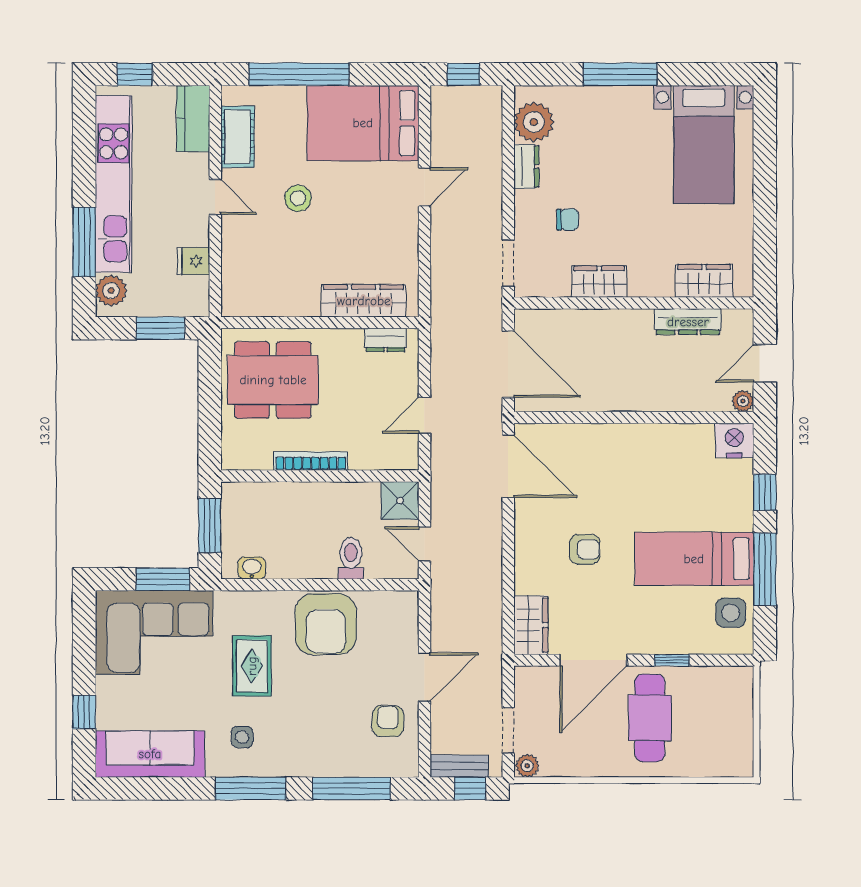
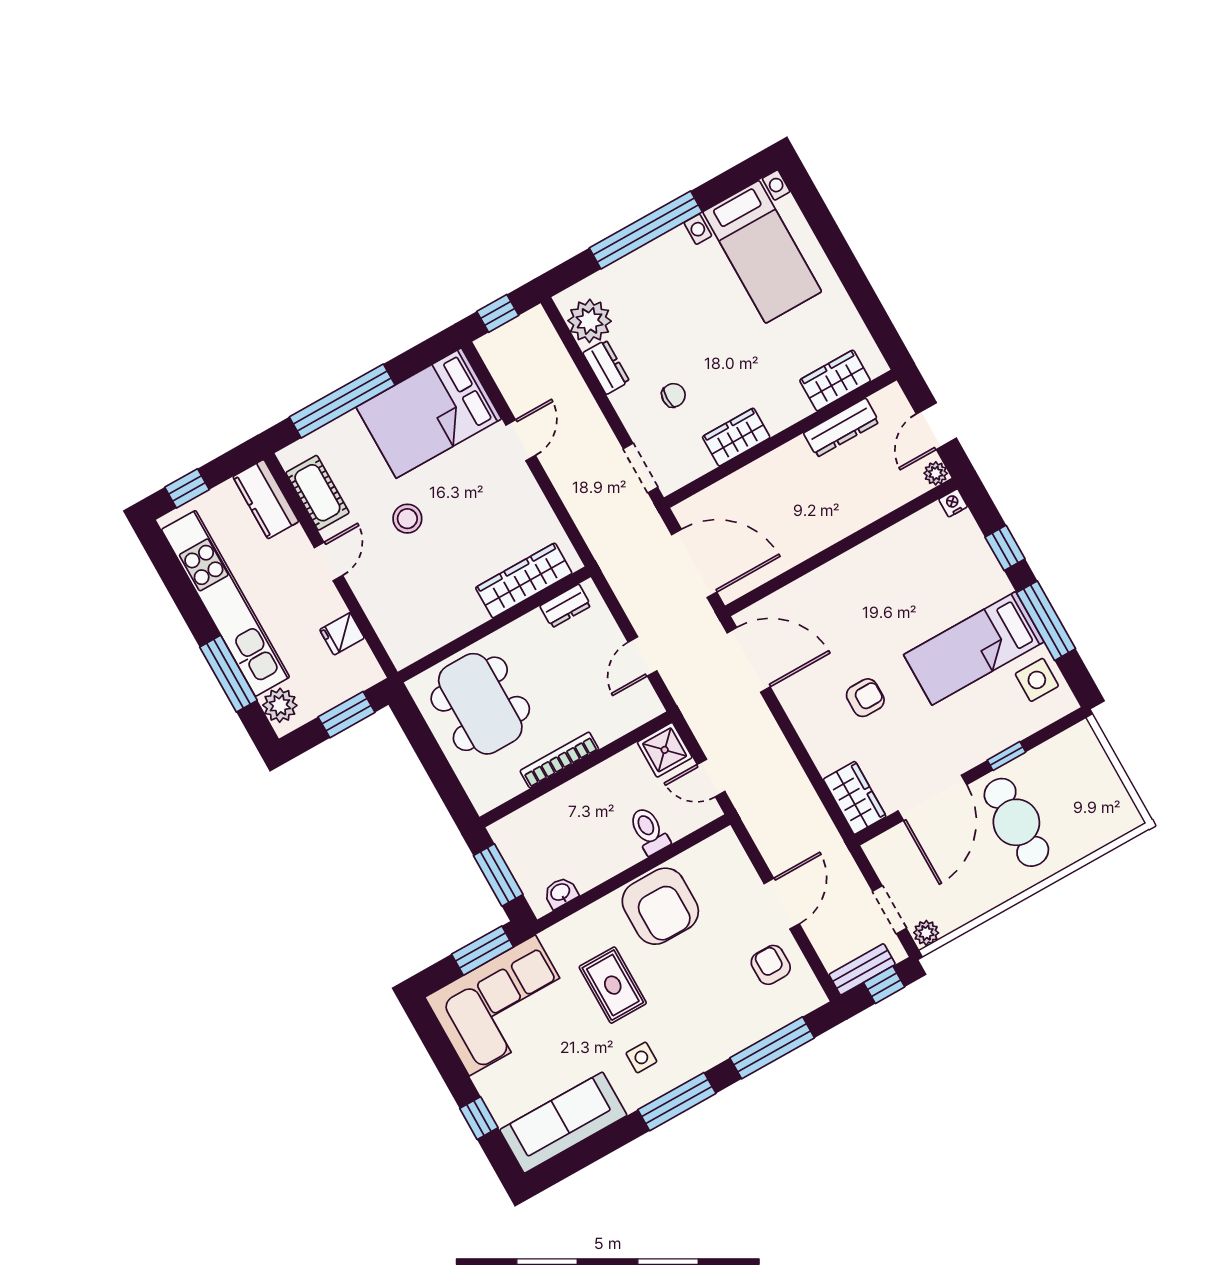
window: (620, 74) -> (646, 230), width x1.46
door: (215, 197) -> (328, 562), hinge flipped
dining table: (273, 380) -> (480, 704), turned 90
nightstand: (734, 440) -> (953, 503), width x0.53, depth x0.56

